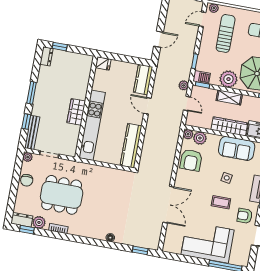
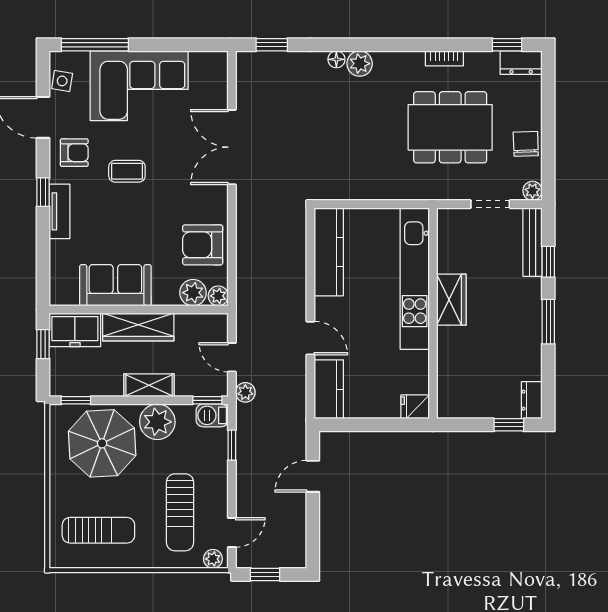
armchair: (191, 160) -> (203, 245), turned -90
side table: (227, 178) -> (62, 81), moved
plant: (39, 222) -> (360, 64), moved

